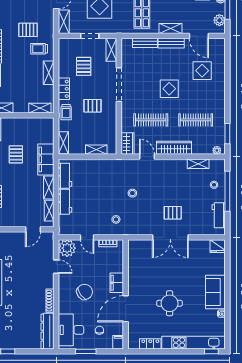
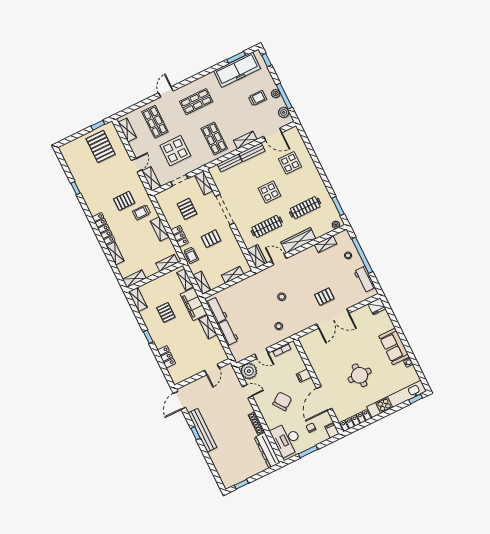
shelving: (49, 211) -> (185, 280), moved
filing cabinet: (117, 283) -> (304, 376), width x0.50
locker: (150, 344) -> (355, 420), width x1.53

